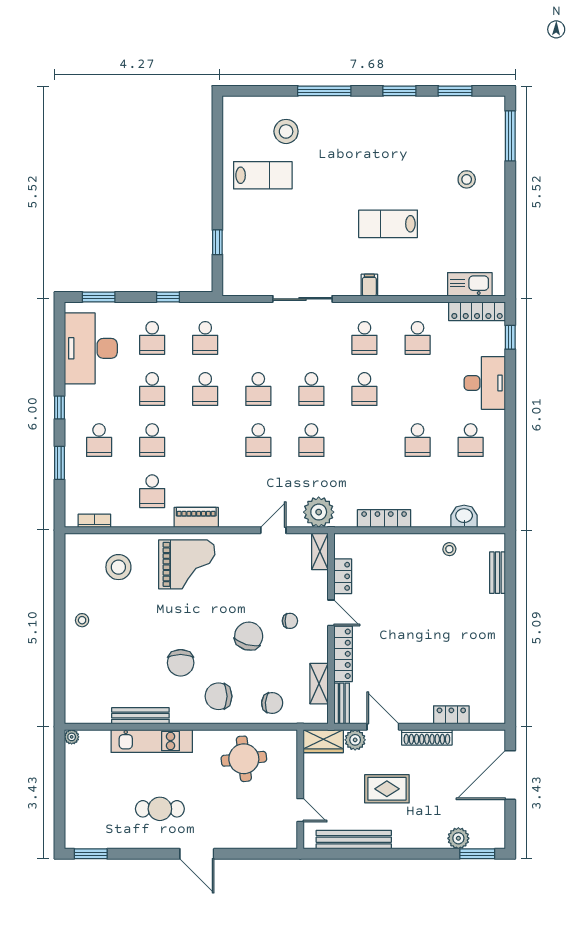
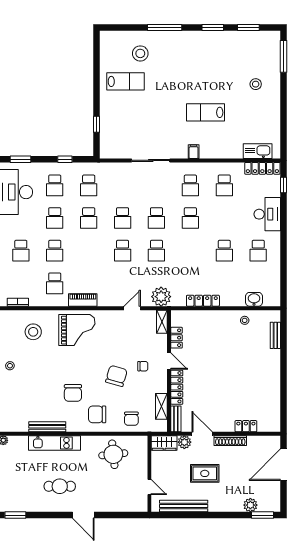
chair: (272, 703) -> (131, 419), turned 86

